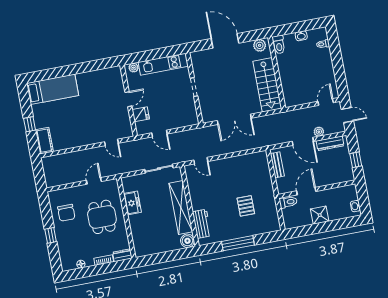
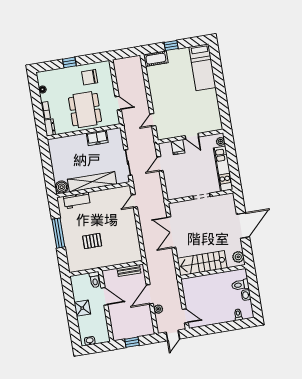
toilet: (279, 45) -> (240, 285), moved
dresser: (330, 143) -> (147, 319), removed
dining table: (102, 217) -> (85, 110), width x1.38

